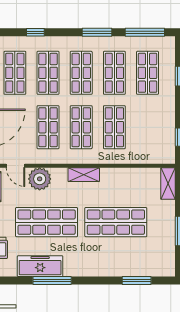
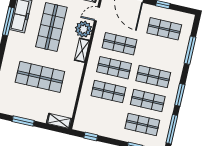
window: (35, 32) -> (190, 50), width x2.17
shop shelf: (48, 73) -> (159, 53), removed
shelving: (84, 175) -> (82, 50), moved
shop shelf: (116, 222) -> (40, 77), turned 90

